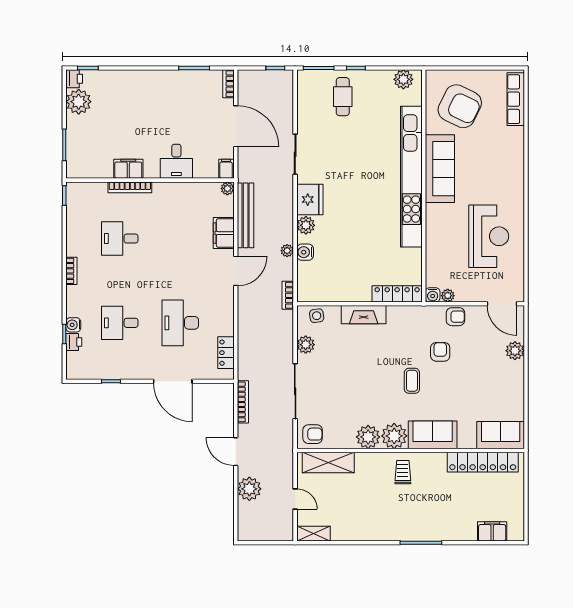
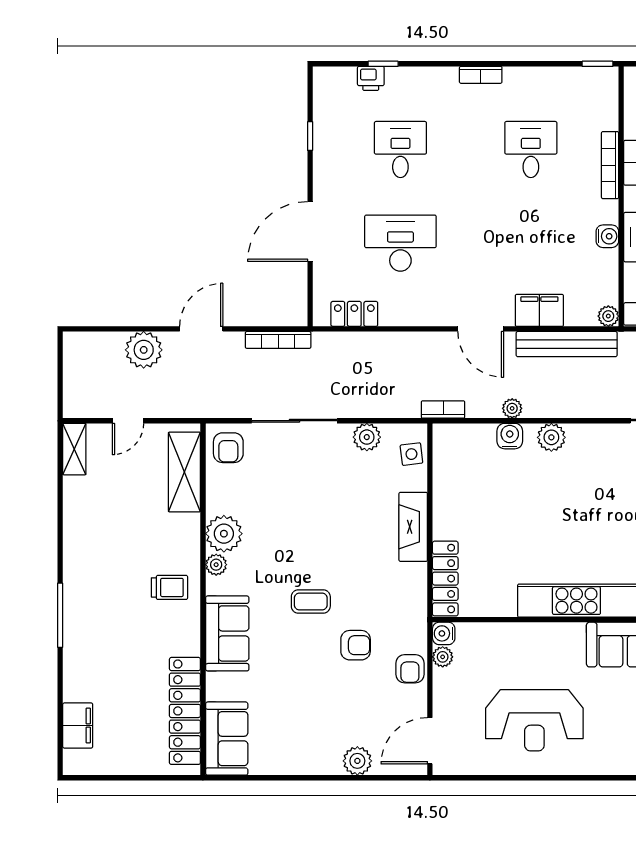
fridge: (310, 200) -> (591, 443), removed
water cooler: (73, 325) -> (607, 236), moved, turned 90
plant: (394, 436) -> (216, 565), width x0.53, depth x0.53

